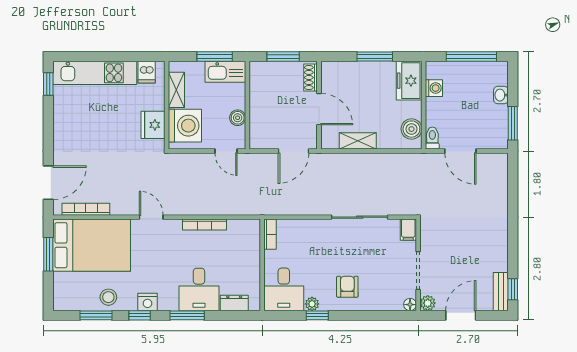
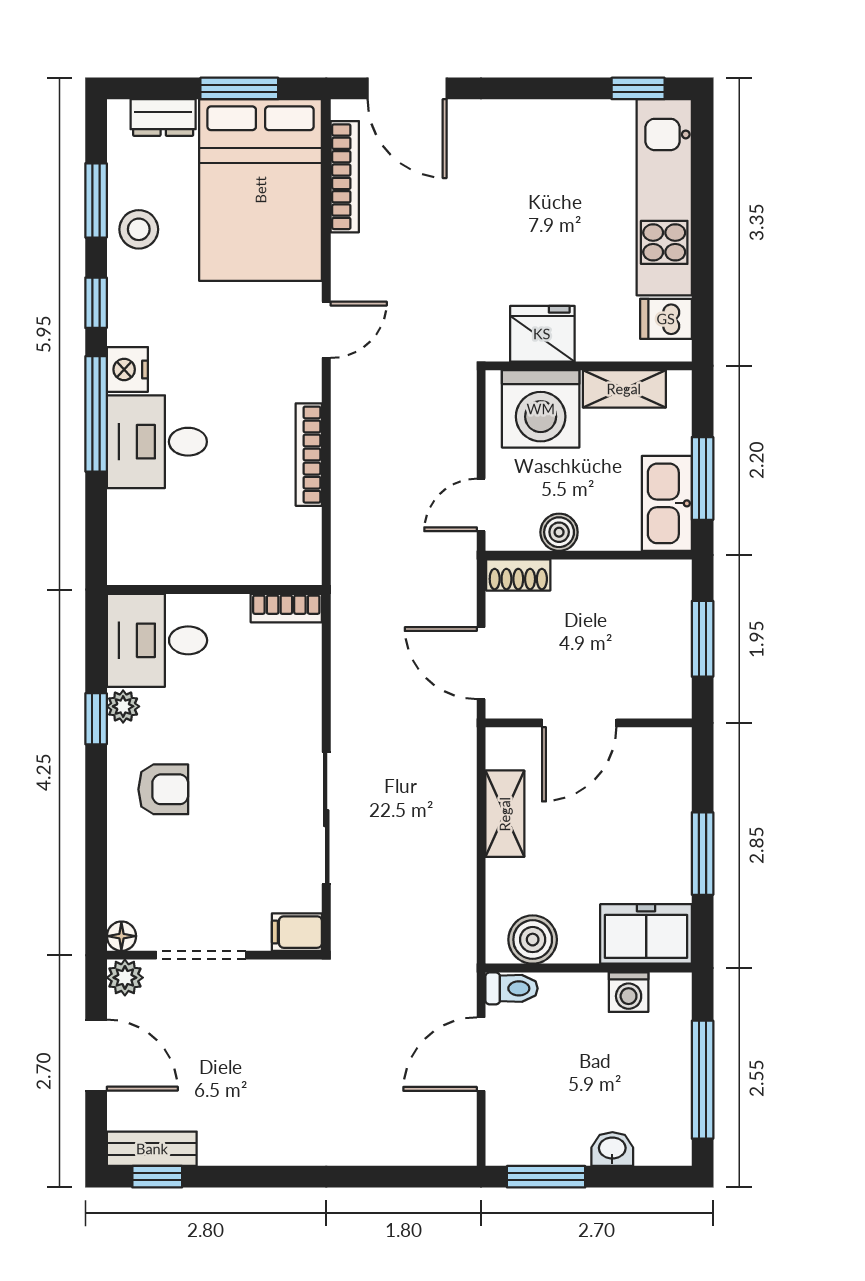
shoe rack: (311, 77) -> (518, 575), moved, turned 180
nightstand: (147, 302) -> (127, 369), moved
dresser: (234, 303) -> (163, 117), moved, turned 90
window: (187, 315) -> (96, 414), width x1.44

